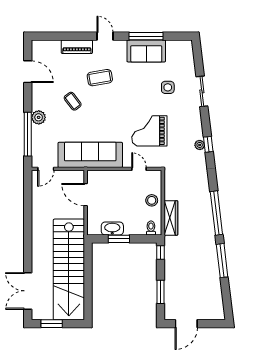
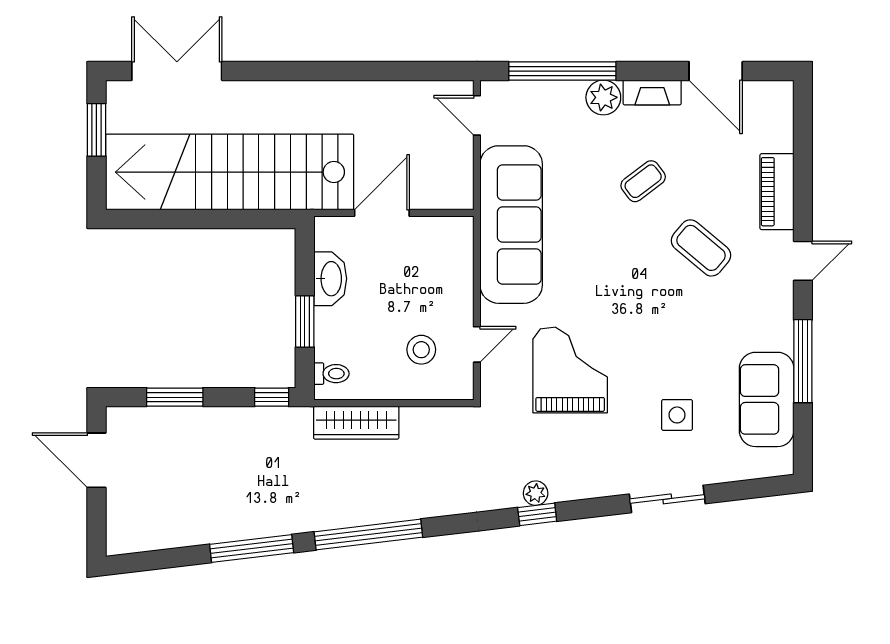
sofa: (146, 51) -> (767, 399), moved
door: (28, 72) -> (716, 71), hinge flipped
coffee table: (100, 78) -> (701, 248), turned -40
fireplace: (37, 98) -> (652, 92), added
door: (86, 195) -> (382, 213), moved
stool: (152, 200) -> (421, 350), moved
window: (119, 239) -> (305, 321), moved

